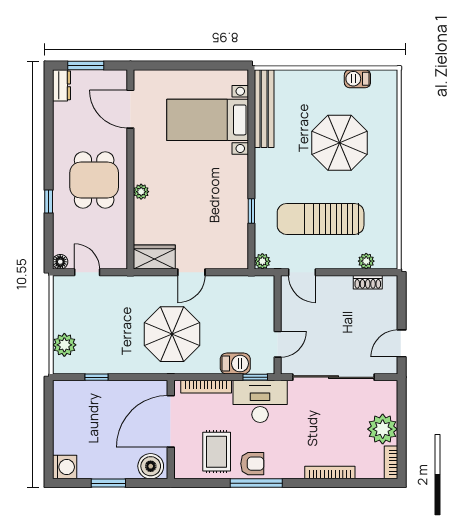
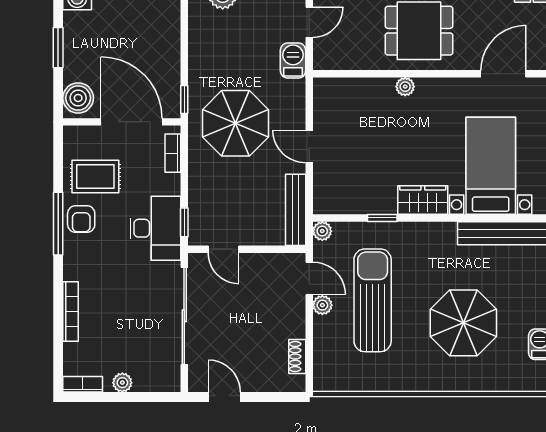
wardrobe: (154, 257) -> (423, 200), moved, turned -90
plant: (366, 261) -> (322, 305), moved
door: (302, 272) -> (309, 278), swing flipped
bench: (245, 284) -> (296, 210), added
barbecue: (235, 364) -> (293, 61), moved, turned 180
window: (96, 377) -> (184, 100), moved
bookcase: (206, 387) -> (173, 153), width x0.64
plant: (383, 429) -> (122, 383), width x0.53, depth x0.53

